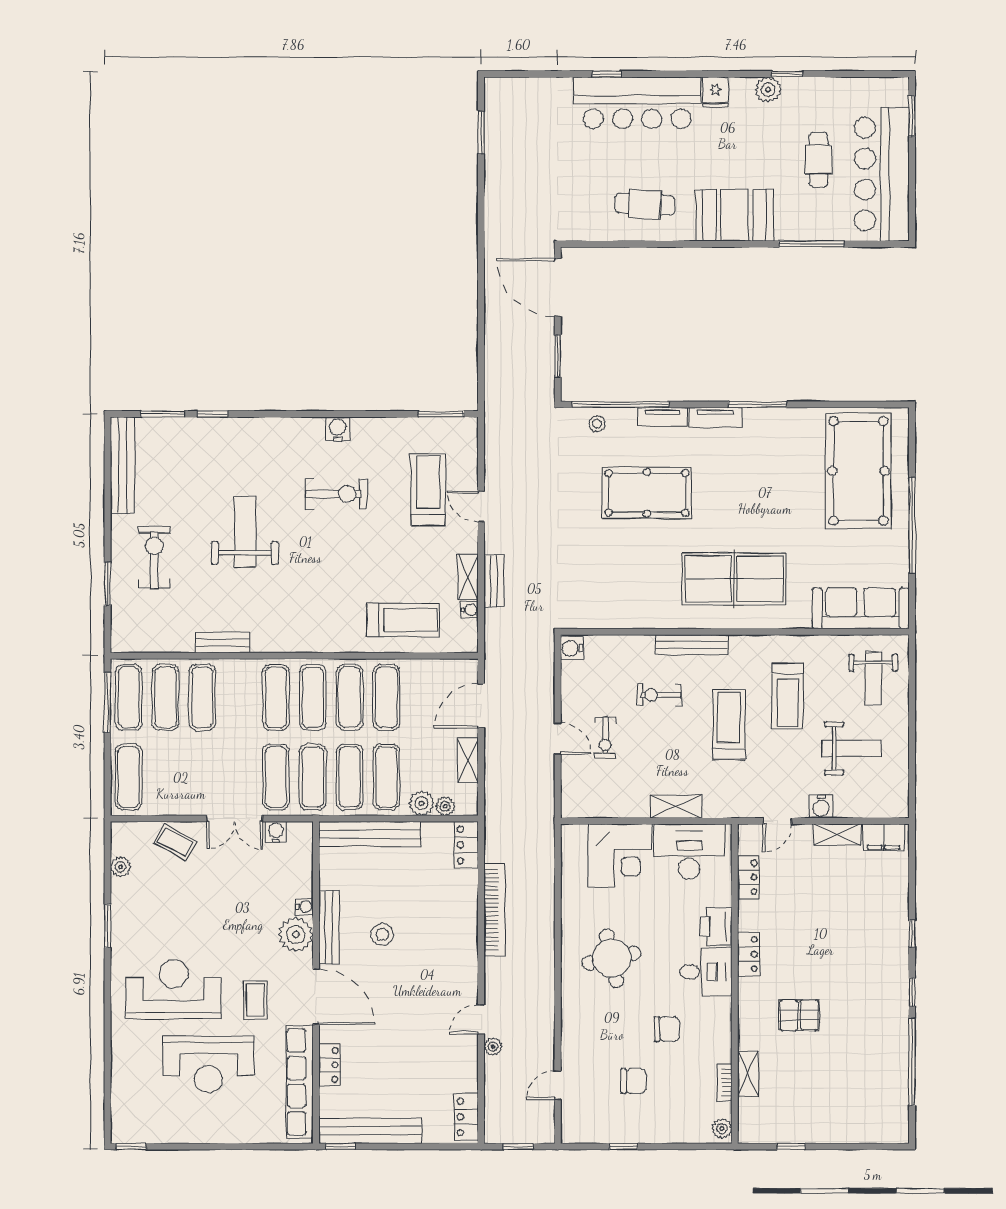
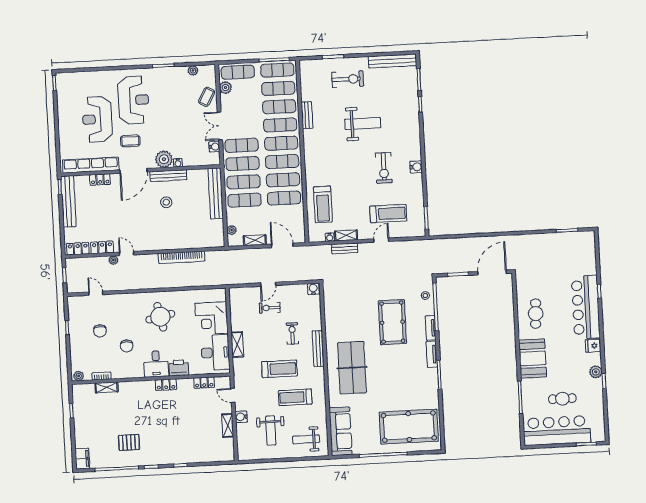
exercise mat: (239, 697) -> (280, 125), added
plant: (421, 803) -> (225, 88), moved
filing cabinet: (883, 838) -> (82, 459), moved, turned 180
locker: (466, 845) -> (102, 247), moved
pallet: (799, 1015) -> (129, 442), moved, turned 90

